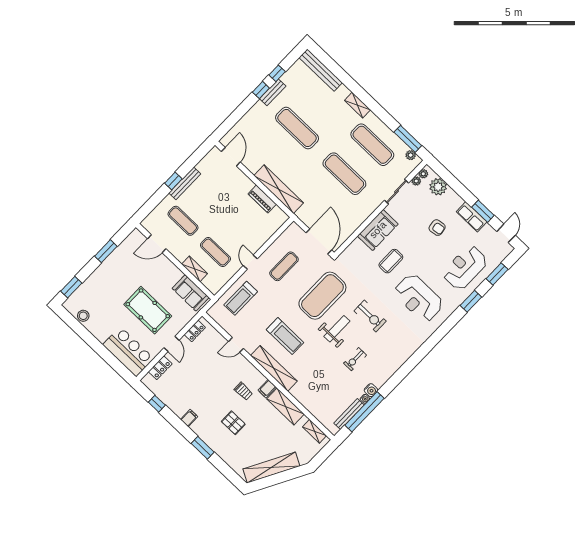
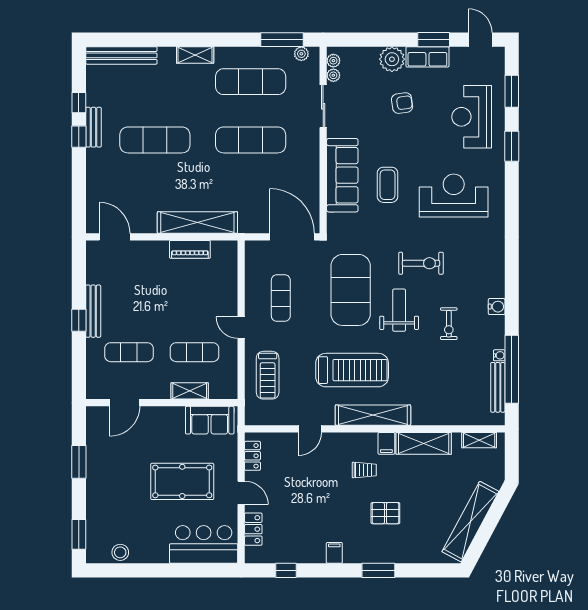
plant: (438, 187) -> (392, 59), moved
sofa: (378, 230) -> (342, 175), width x1.36
reception desk: (419, 298) -> (454, 196), turned 180
treadmill: (285, 336) -> (352, 370), width x1.37, depth x1.38
water cooler: (371, 390) -> (497, 307), moved

